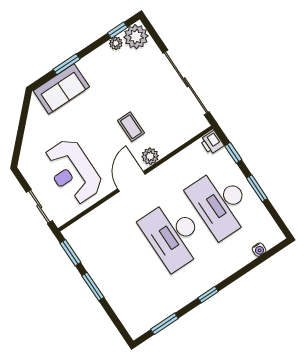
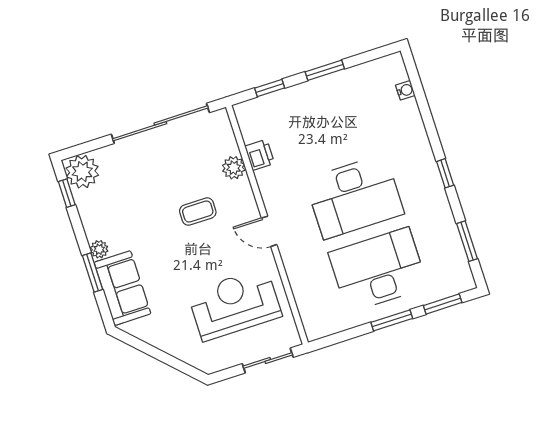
plant: (116, 43) -> (99, 249), moved
printer: (212, 143) -> (260, 155), moved, turned -90
plant: (150, 156) -> (234, 168), moved
reception desk: (73, 172) -> (235, 304), turned 180
door: (131, 181) -> (269, 231), width x0.73
desk: (221, 203) -> (378, 270), moved, turned 180
window: (70, 253) -> (443, 304), moved

